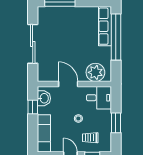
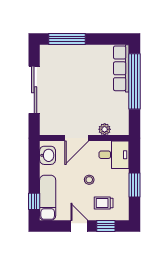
plant: (95, 72) -> (105, 129), width x0.53, depth x0.53
door: (68, 84) -> (77, 138), swing flipped
window: (33, 107) -> (34, 201), moved

